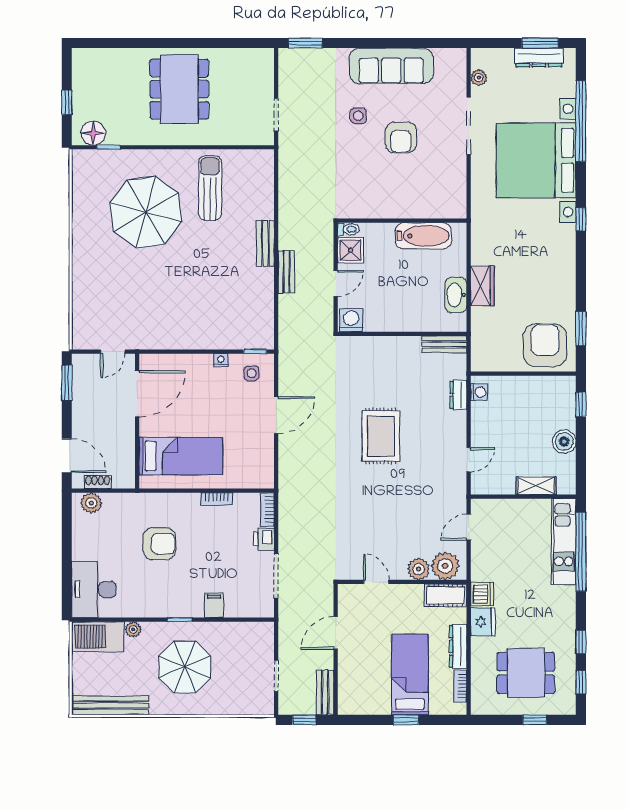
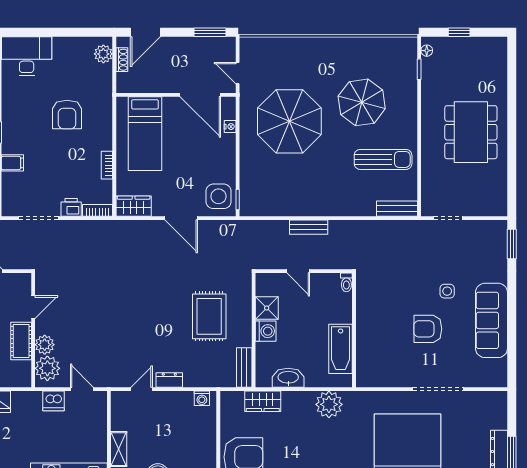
plant: (479, 78) -> (329, 404), moved, width x1.88, depth x1.88
dining table: (179, 89) -> (471, 132), turned 90
floor lamp: (93, 133) -> (427, 51), width x0.53, depth x0.53
parasol: (146, 212) -> (362, 102), width x0.73, depth x0.73
bench: (265, 243) -> (397, 209), moved
shower: (351, 250) -> (267, 308), moved
wardrobe: (482, 286) -> (263, 401), moved
parasol: (167, 293) -> (289, 121), added
washing machine: (351, 320) -> (266, 331), moved
nightstand: (221, 360) -> (230, 127), moved
side table: (252, 373) -> (219, 196), width x1.87, depth x1.87
dresser: (458, 395) -> (169, 380), moved
rug: (381, 436) -> (209, 316), moved, turned 90
door: (469, 460) -> (142, 389), swing flipped
wardrobe: (263, 469) -> (134, 206), added
dishwasher: (482, 594) -> (54, 401), moved
cot: (446, 595) -> (21, 341), moved

